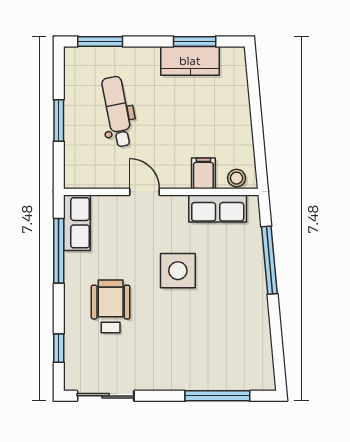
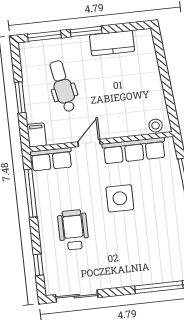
window: (195, 41) -> (86, 31), moved
filing cabinet: (203, 173) -> (37, 135), moved
door: (145, 192) -> (89, 143), hinge flipped
row of seats: (218, 208) -> (134, 151), width x1.48
row of seats: (77, 223) -> (51, 159), moved, turned 90

